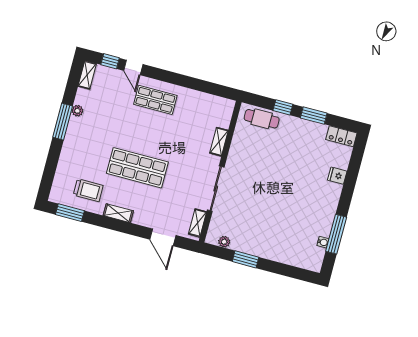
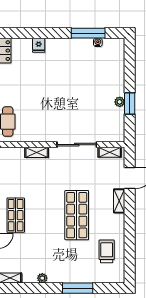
window: (63, 122) -> (78, 288), moved
window: (70, 213) -> (130, 262), removed
shelving: (118, 213) -> (119, 201), moved
plant: (224, 242) -> (120, 102), moved

